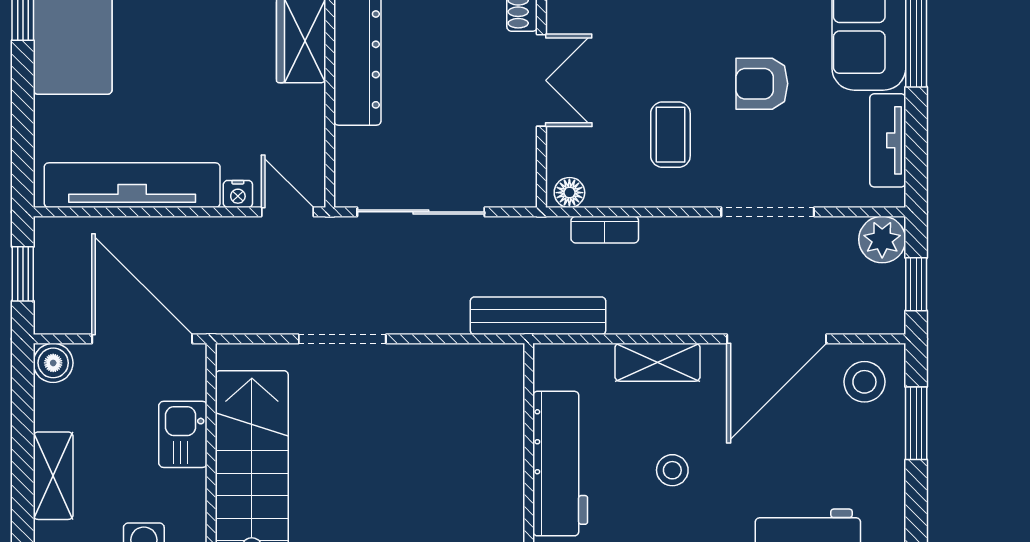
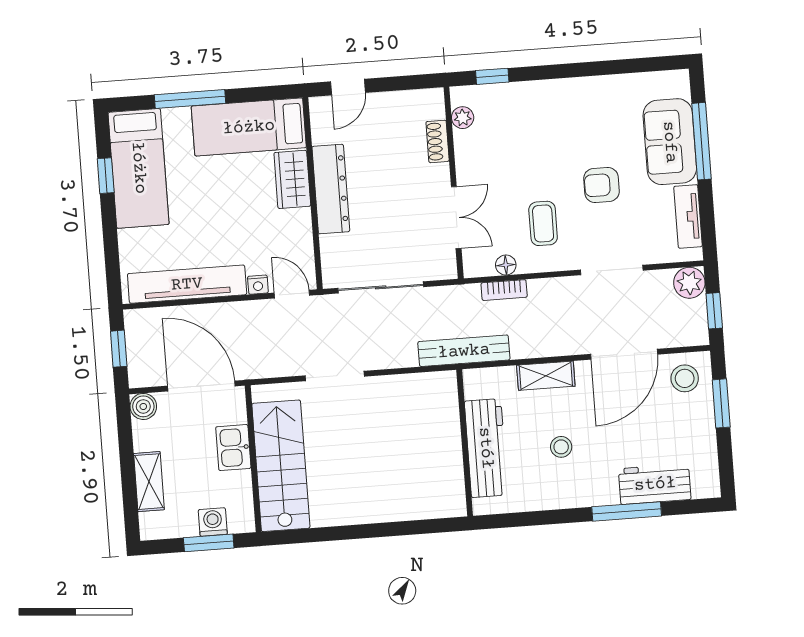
double door: (541, 80) -> (456, 218), moved
floor lamp: (569, 193) -> (506, 265), moved

